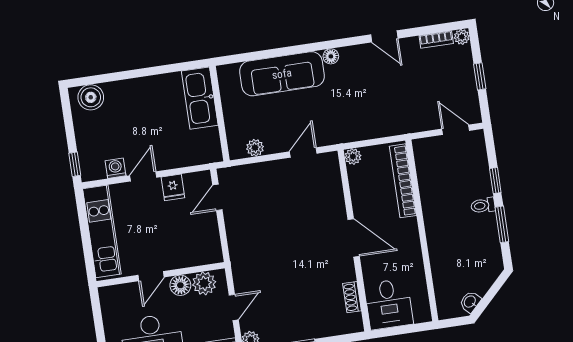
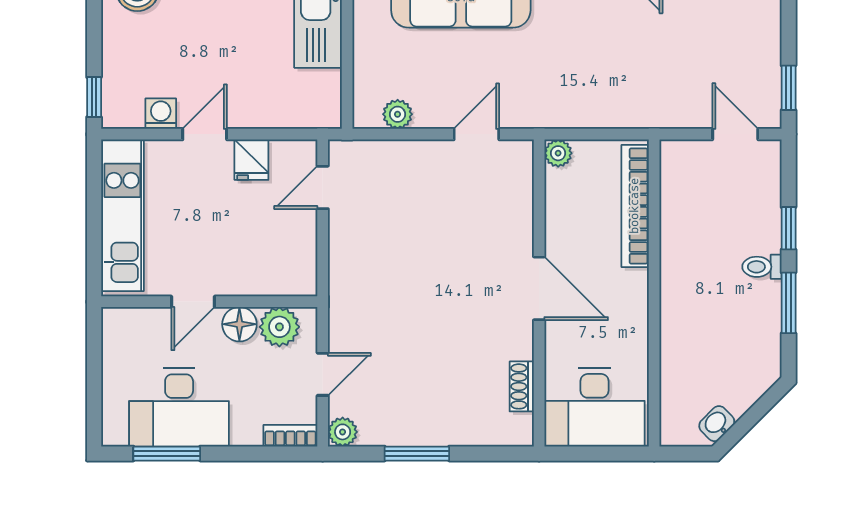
window: (480, 76) -> (789, 88), moved
desk: (389, 304) -> (594, 407), width x1.37

